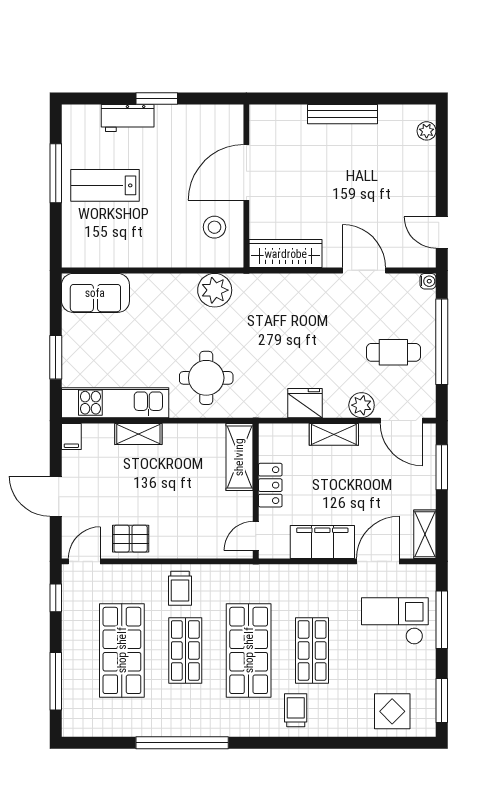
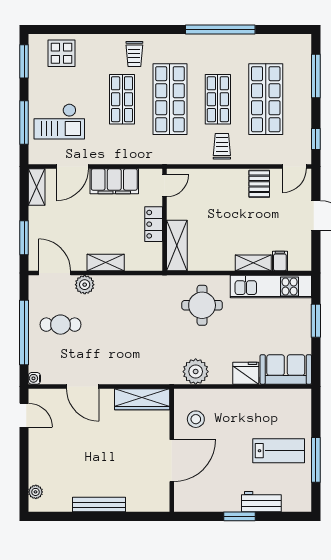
fridge: (305, 403) -> (246, 373), moved, turned 180
filing cabinet: (71, 437) -> (280, 261), moved
pallet: (131, 539) -> (259, 184), turned 90

